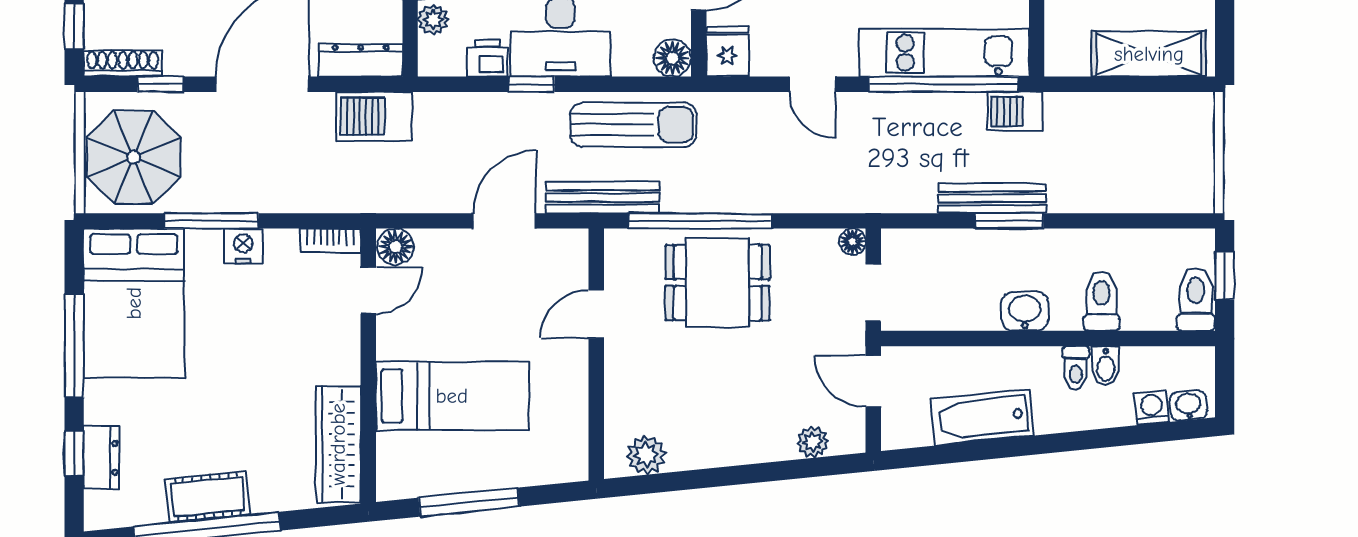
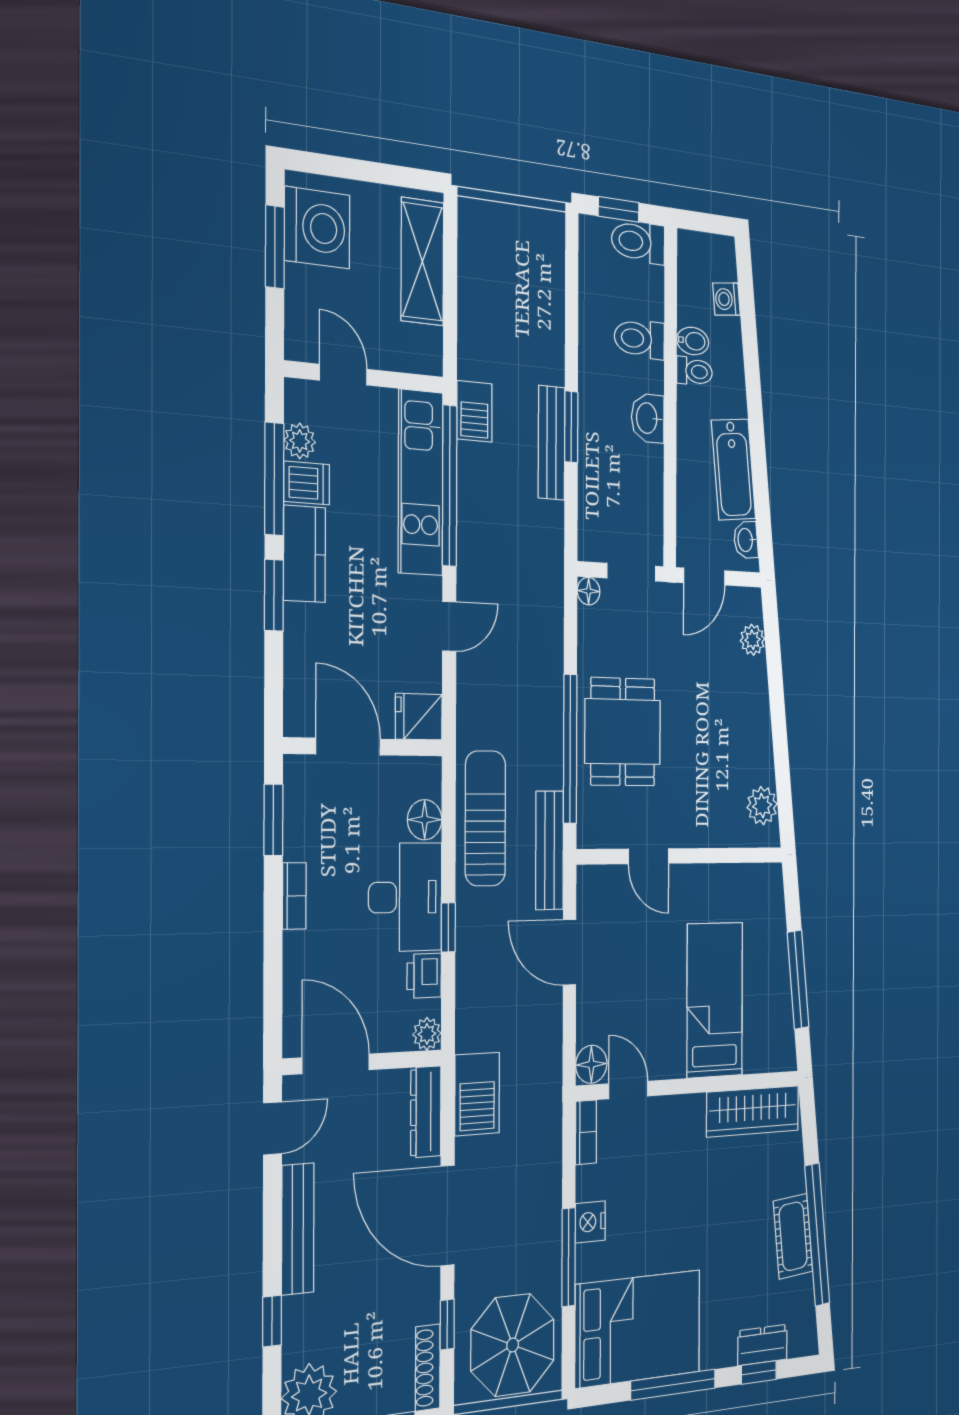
plant: (433, 20) -> (427, 1034), moved
floor lamp: (672, 58) -> (425, 820), moved
washbasin: (1189, 405) -> (746, 540), moved

